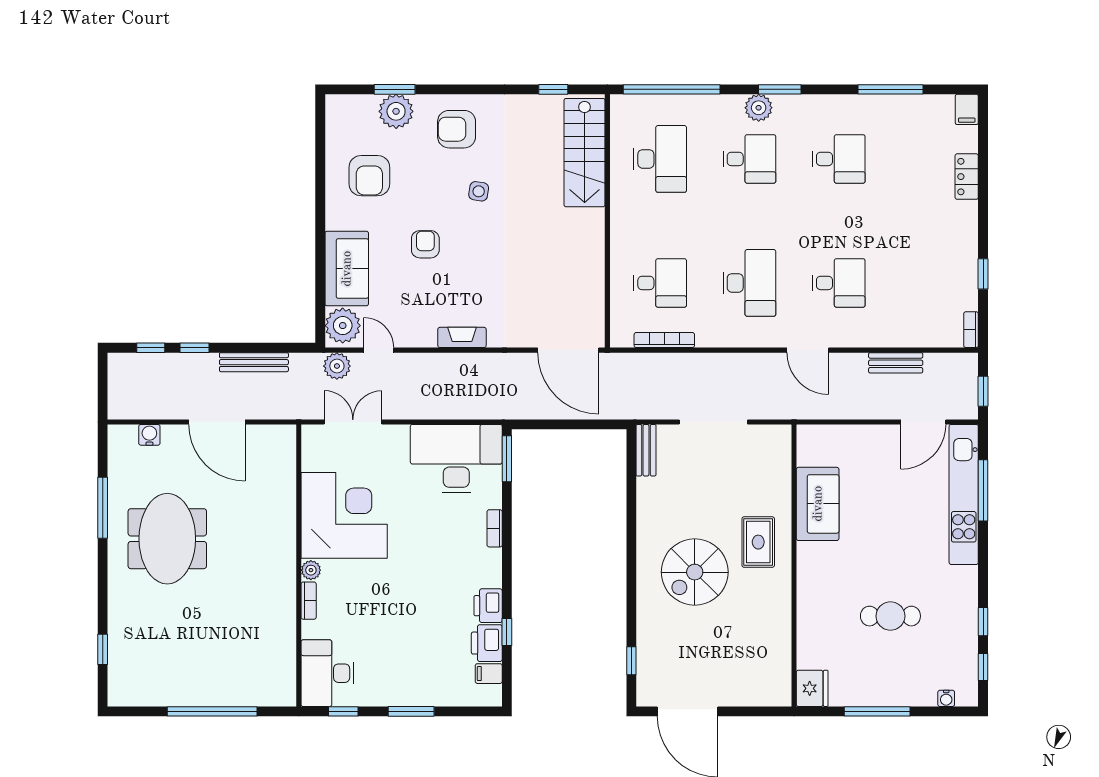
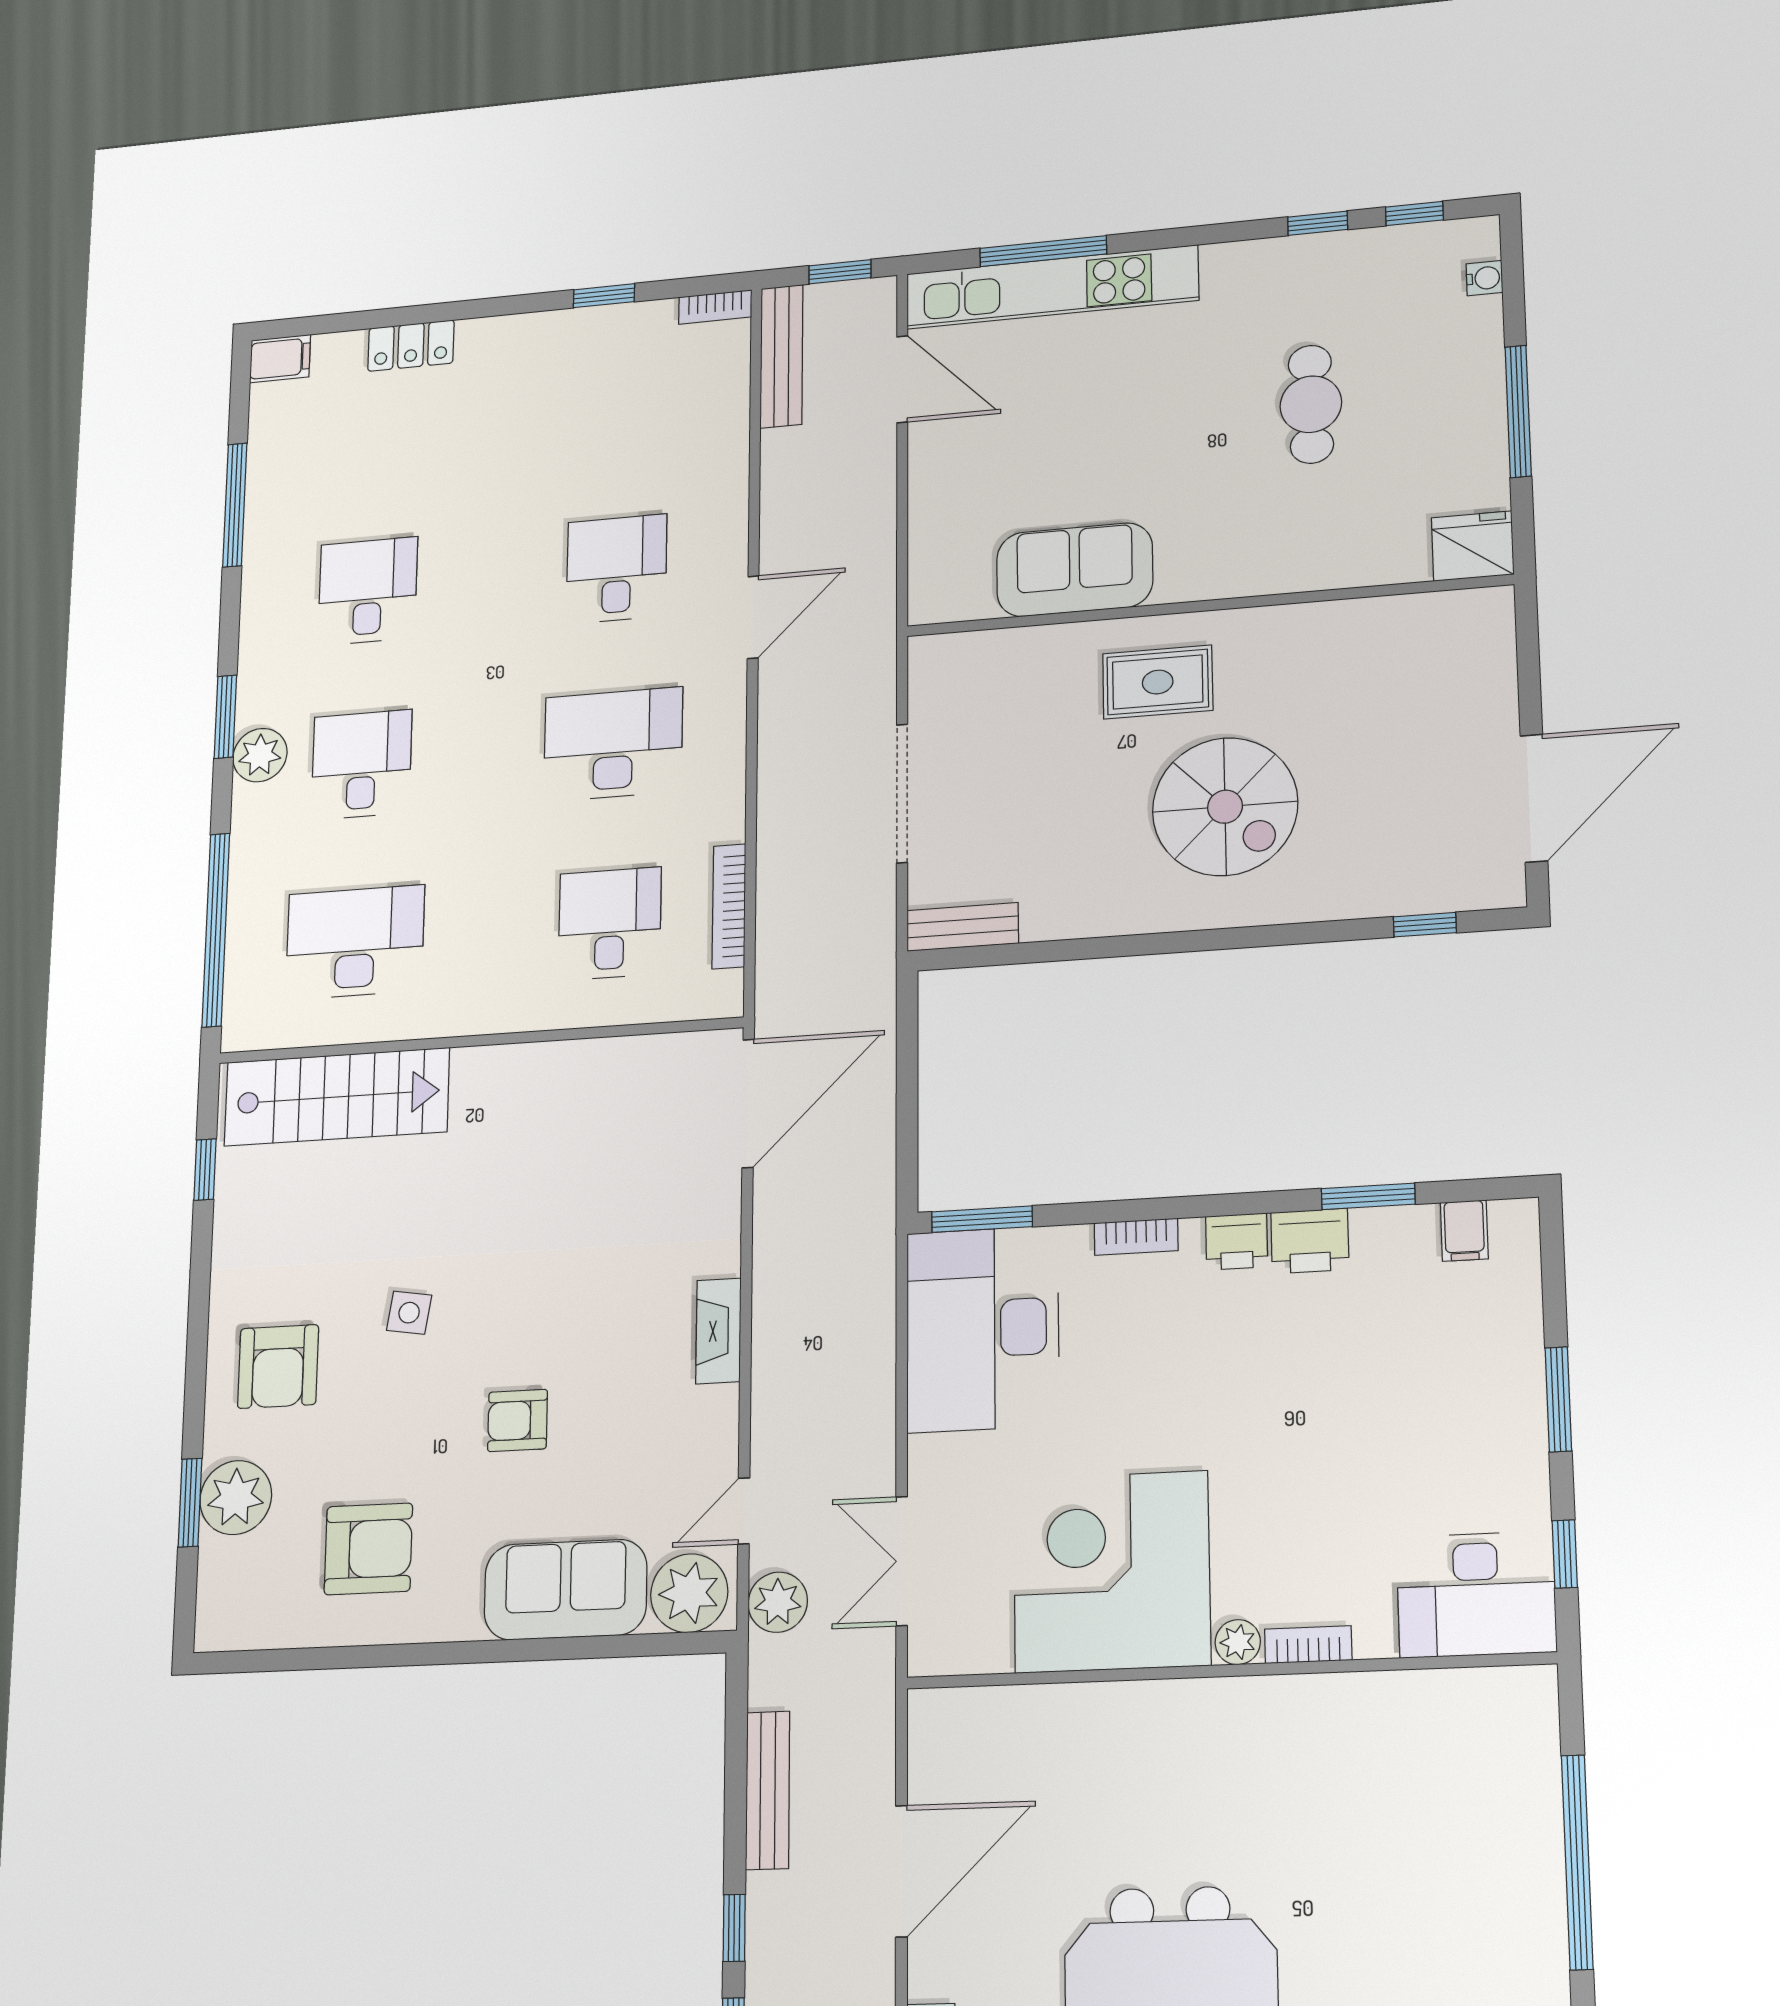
bench: (896, 363) -> (782, 356), moved, width x1.36
window: (507, 632) -> (1368, 1196), width x1.50
printer: (487, 643) -> (1237, 1242), moved, width x0.73, depth x0.81

